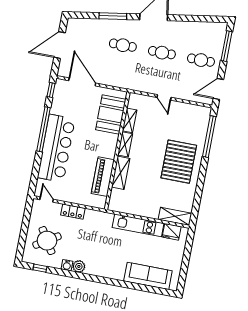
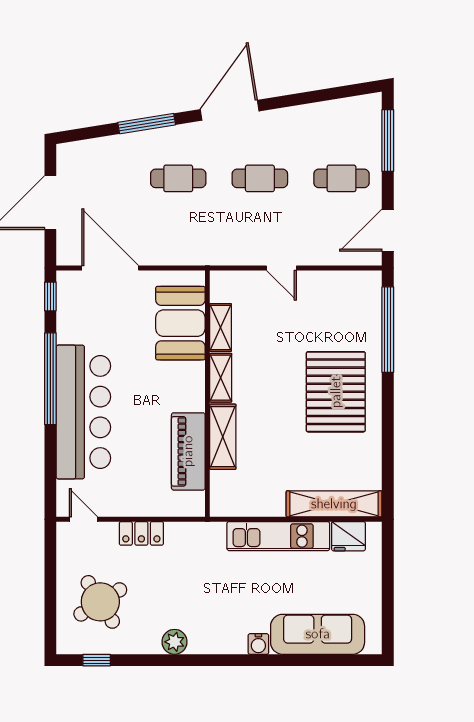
shelving: (175, 216) -> (334, 504), width x1.47
water cooler: (67, 265) -> (258, 644), moved

